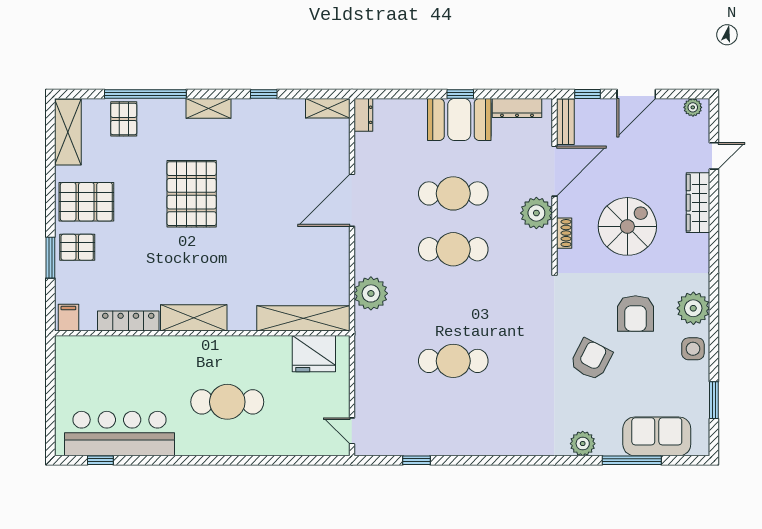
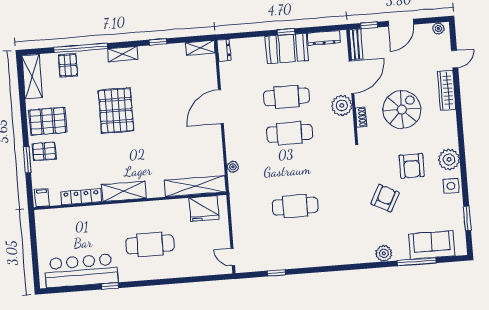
plant: (371, 293) -> (233, 167), width x0.53, depth x0.53
window: (100, 460) -> (110, 286), moved

